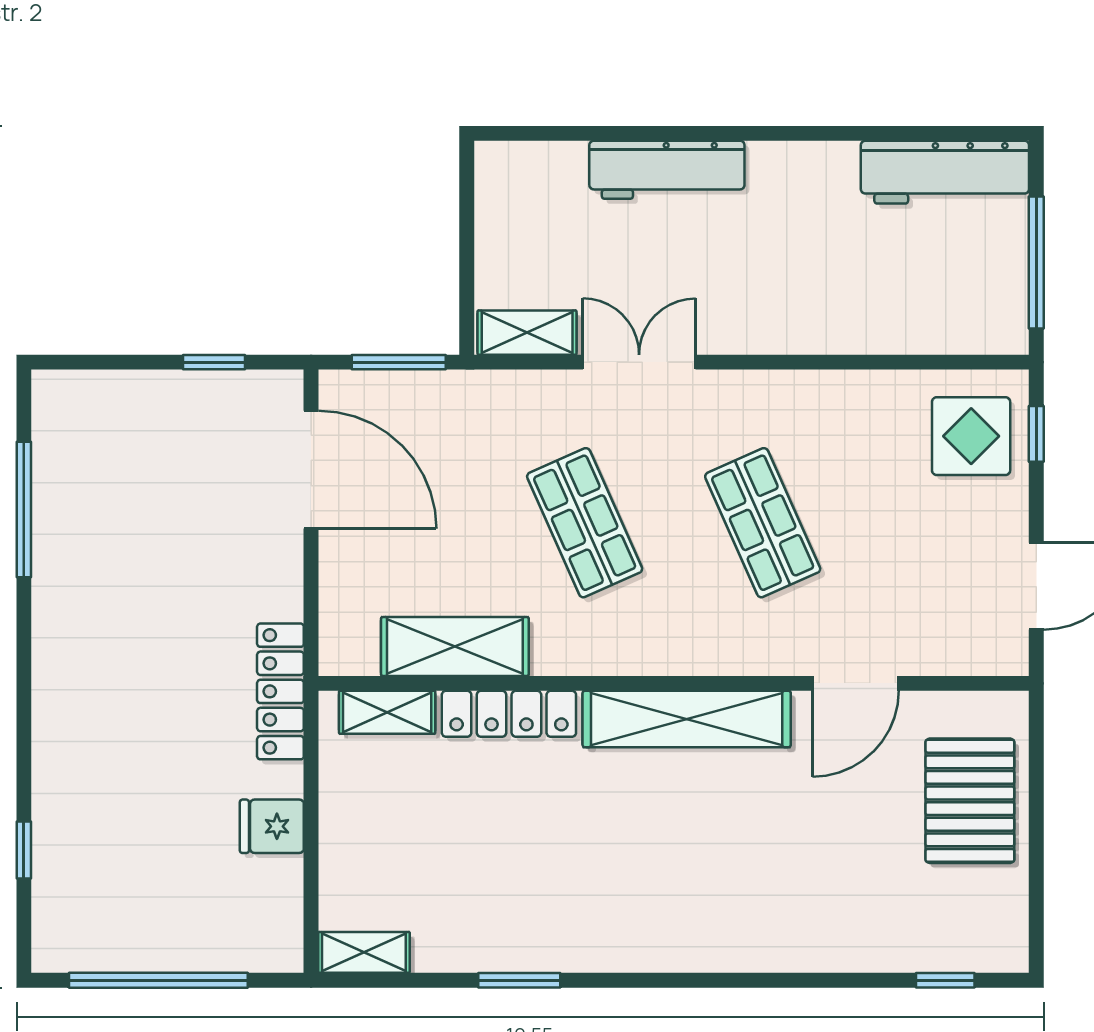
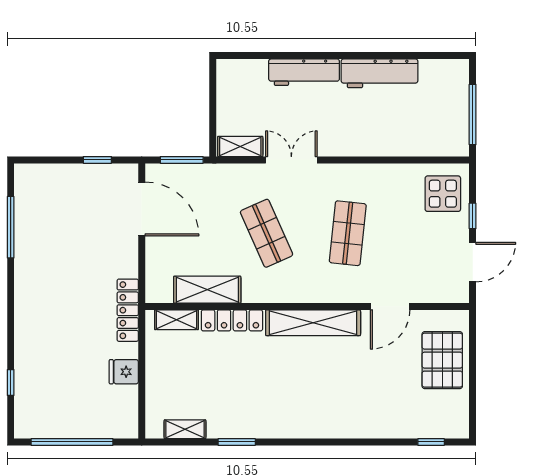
workbench: (945, 172) -> (380, 73), moved
window: (1036, 434) -> (473, 216), moved
shop shelf: (763, 523) -> (348, 233), turned 30
shelving: (364, 952) -> (185, 429), moved

